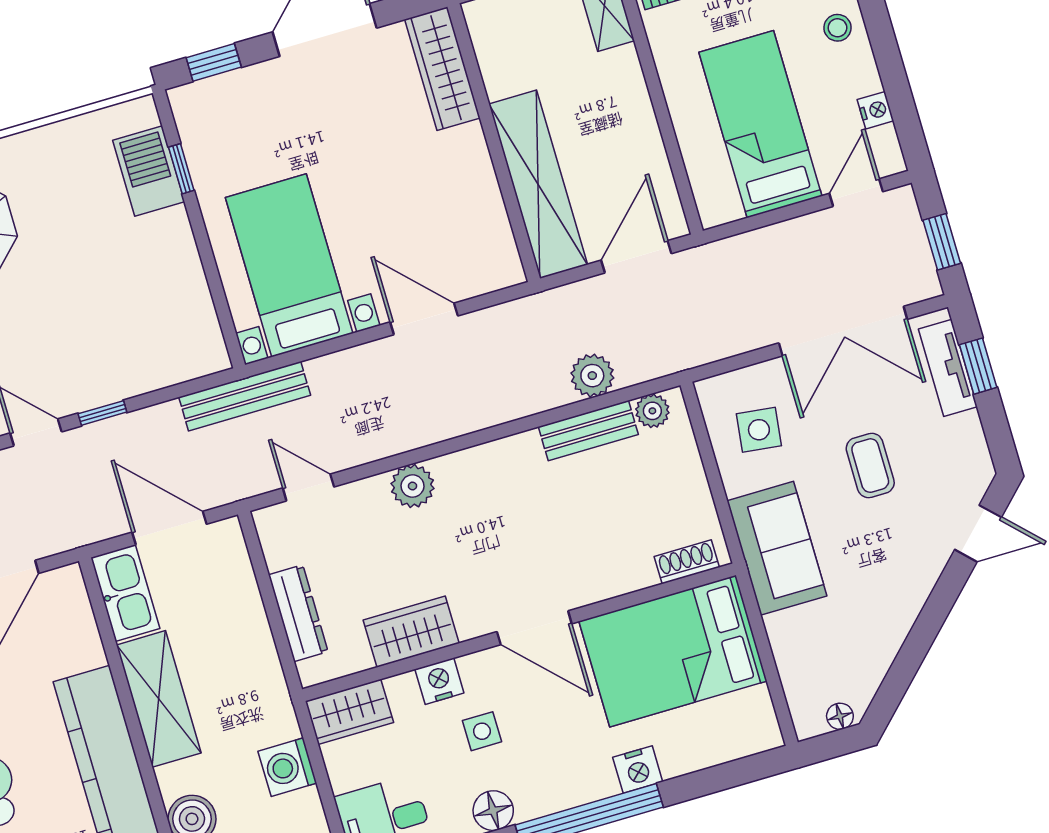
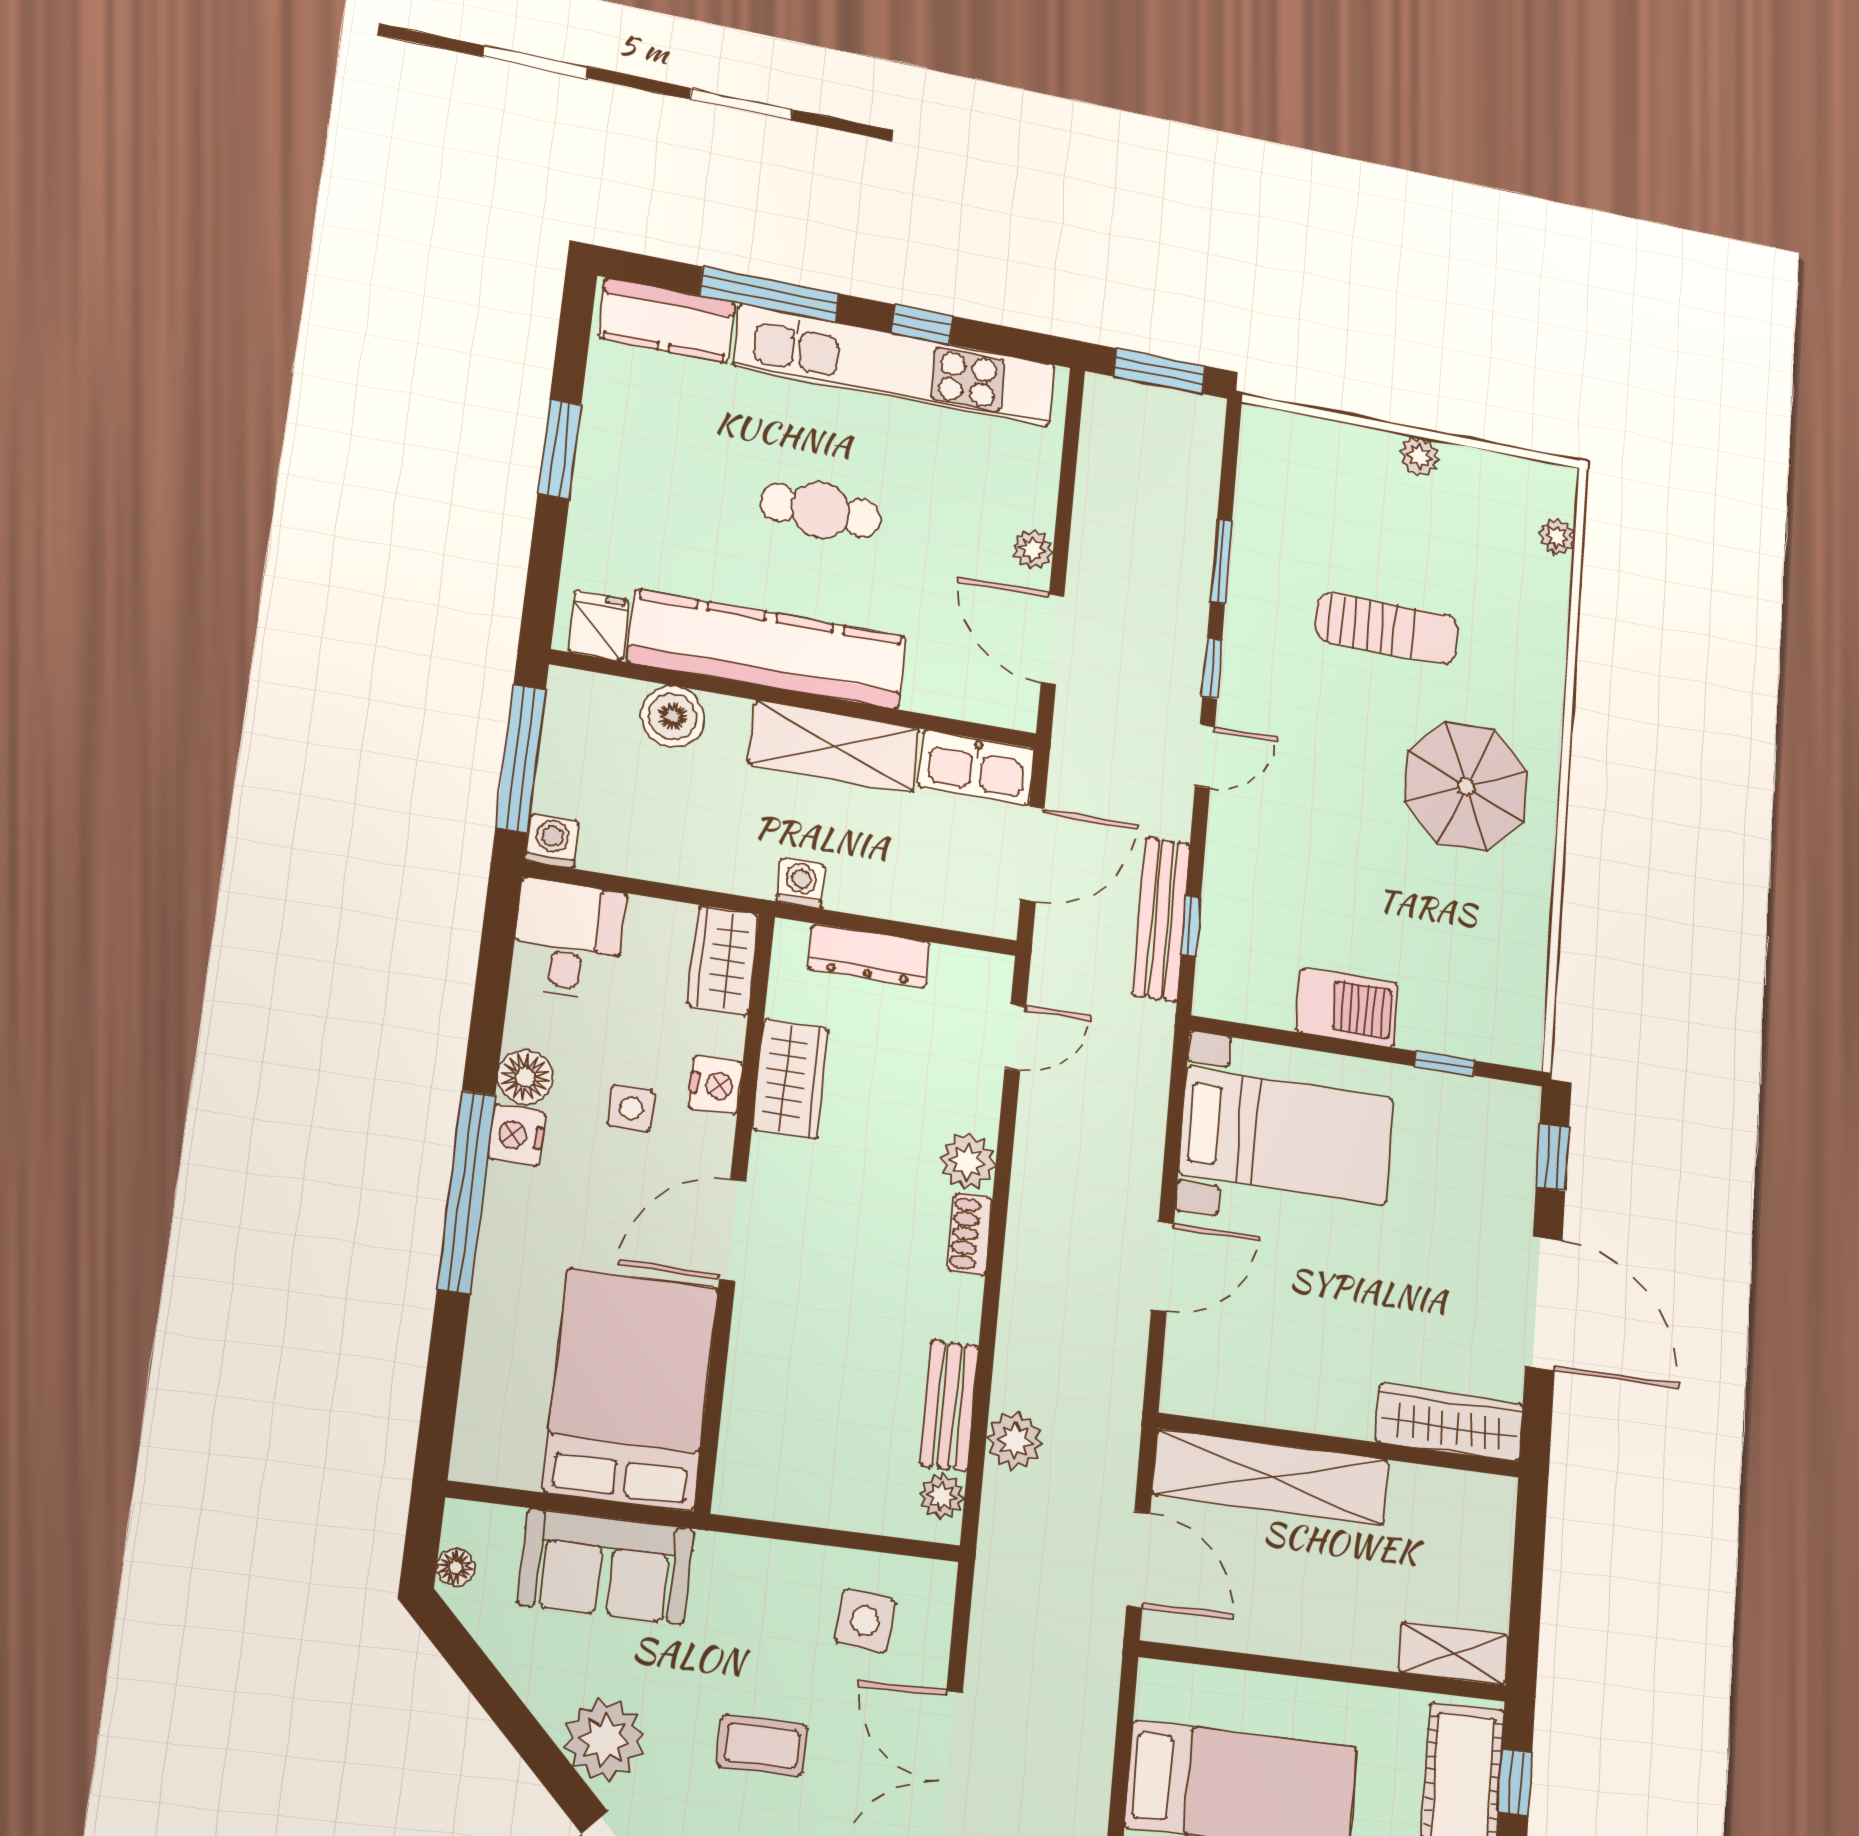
barbecue: (149, 171) -> (1348, 1007), moved
bench: (245, 396) -> (1161, 919), moved
window: (102, 413) -> (1191, 926), moved
sofa: (777, 548) -> (606, 1567), moved
shoe rack: (687, 562) -> (970, 1234), moved, turned 180
plant: (910, 572) -> (604, 1740), added
washing machine: (287, 767) -> (801, 883), moved, width x0.73, depth x0.73
nightstand: (638, 770) -> (517, 1135), moved

